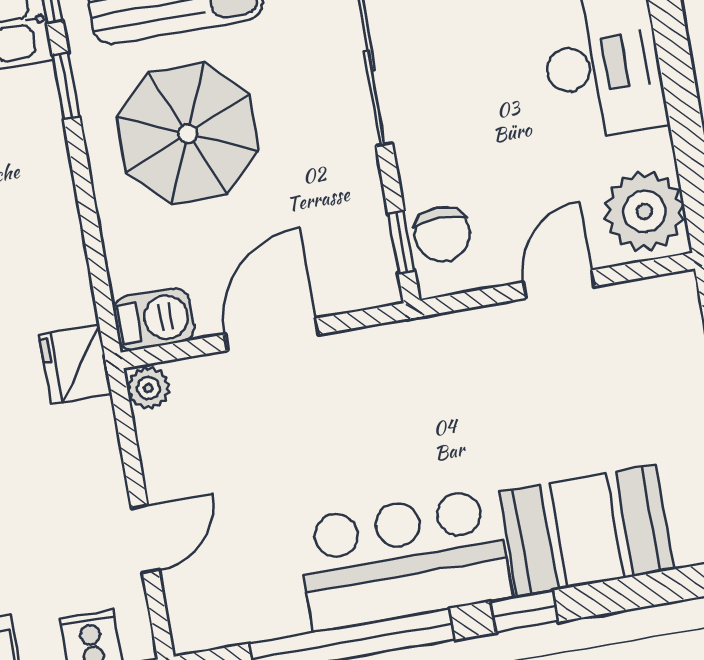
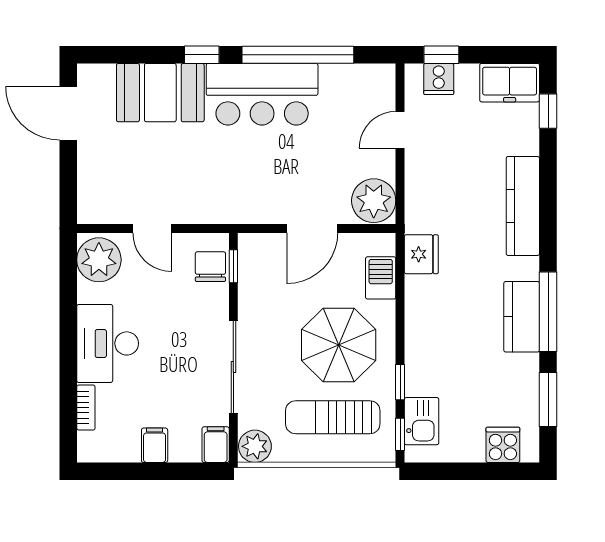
door: (559, 284) -> (152, 228), hinge flipped
barbecue: (154, 319) -> (381, 278), moved, turned 90
fridge: (75, 364) -> (421, 254), moved
plant: (148, 388) -> (374, 201), width x1.87, depth x1.87

